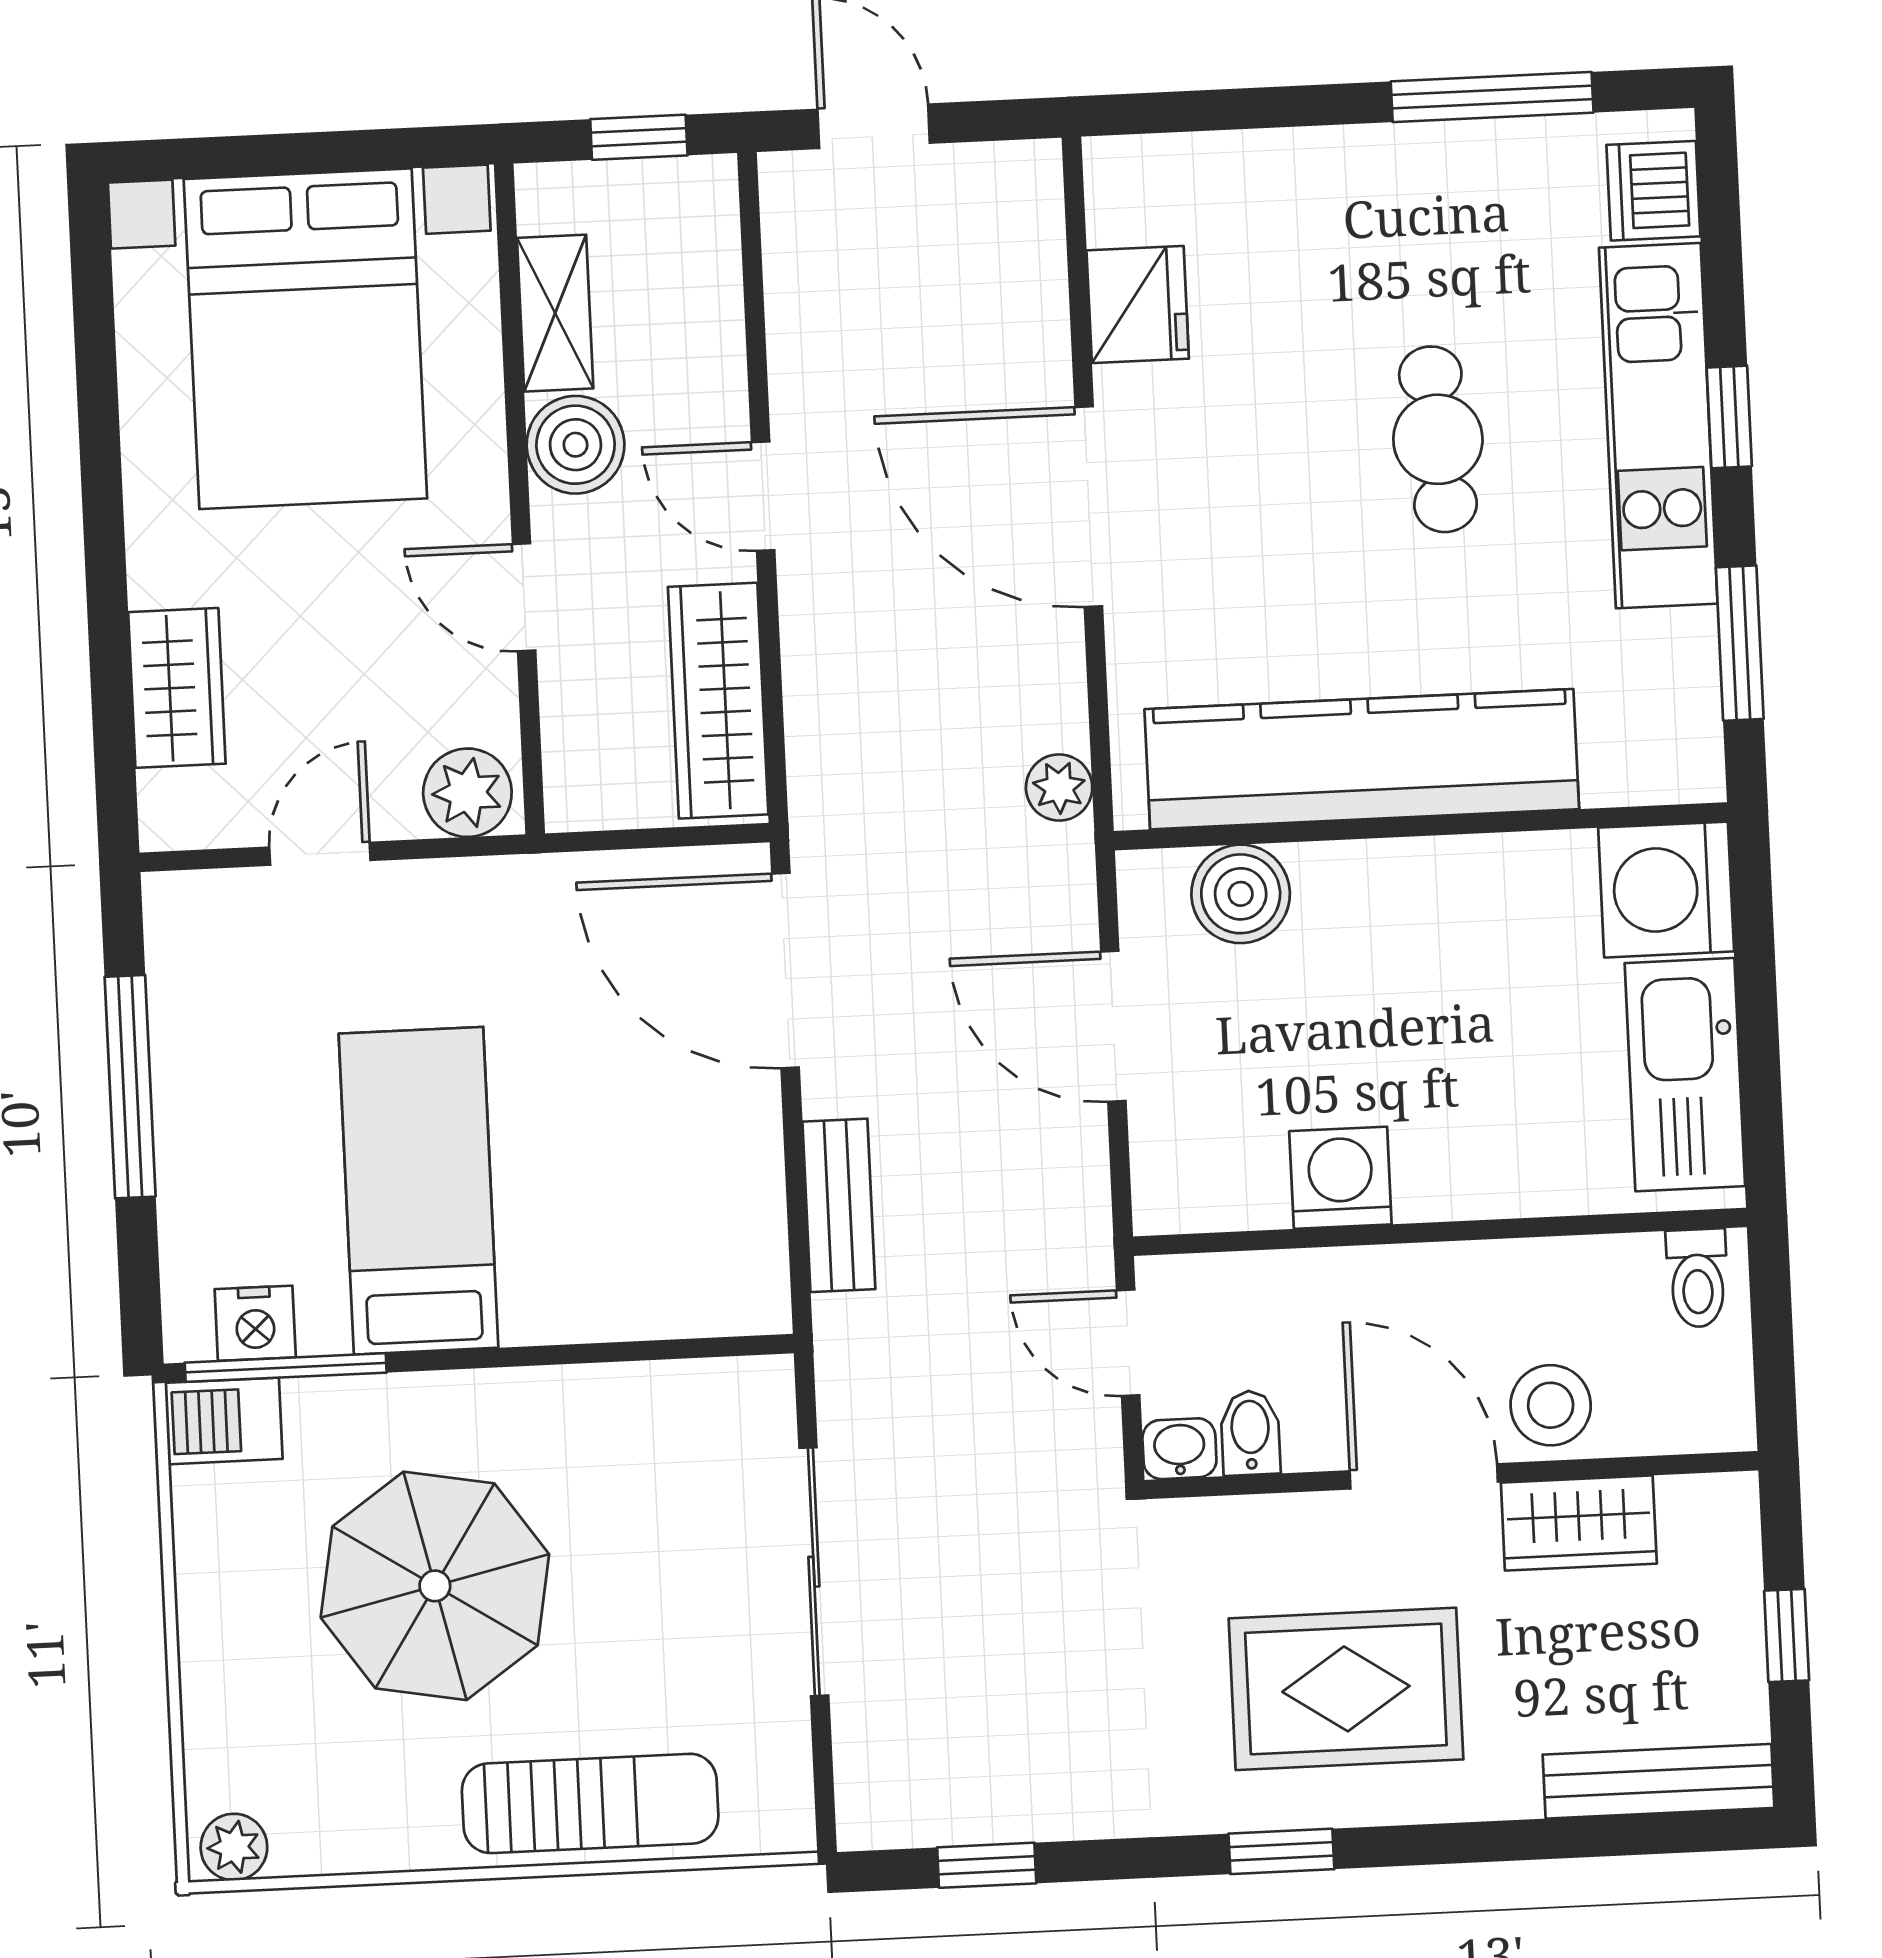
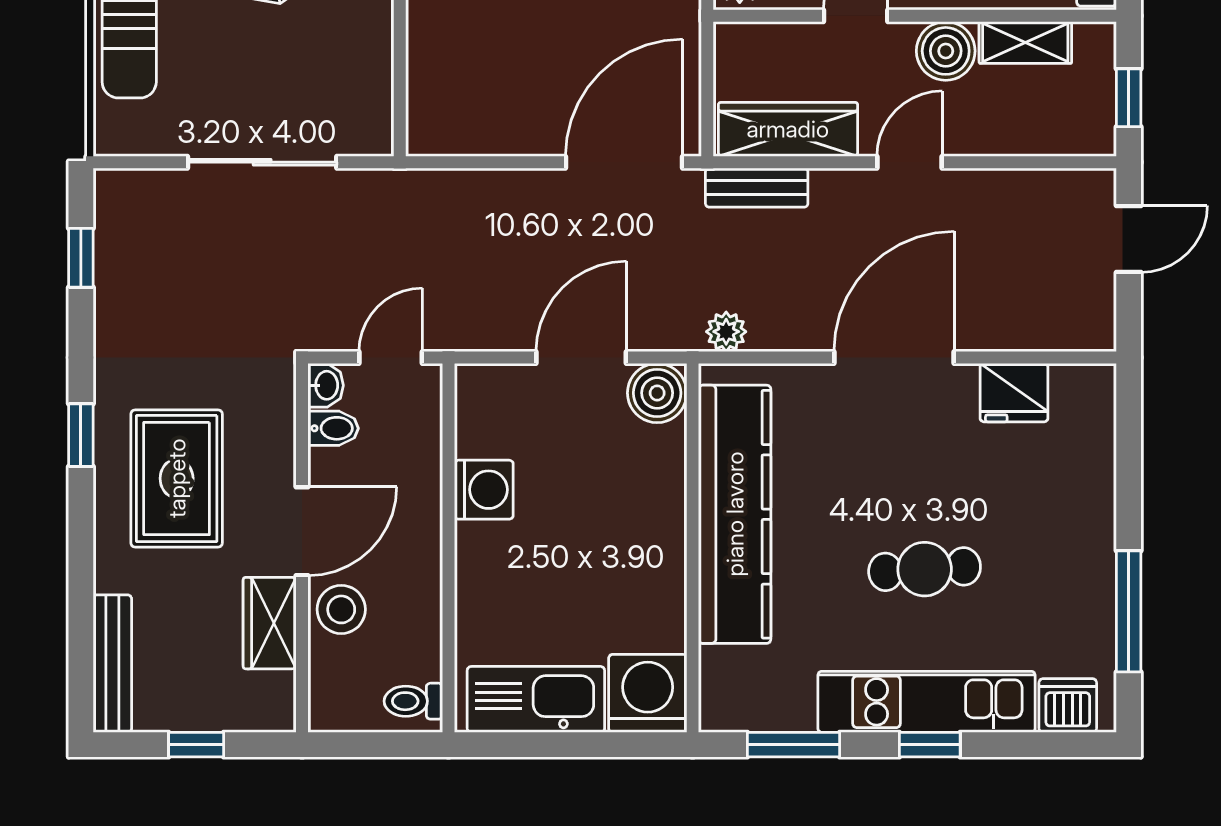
boiler: (1241, 894) -> (657, 393), moved
bench: (839, 1205) -> (757, 188), moved

